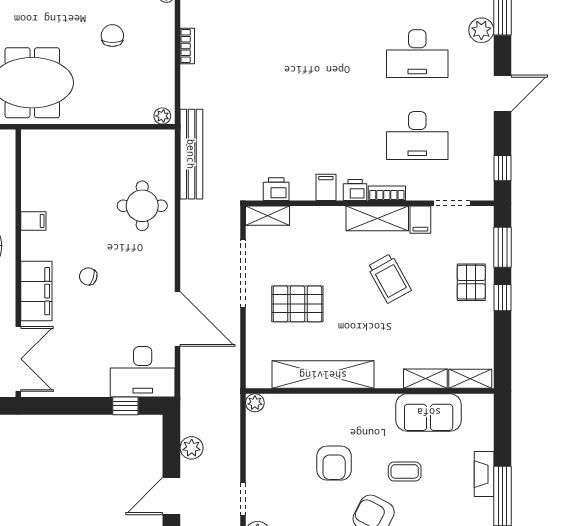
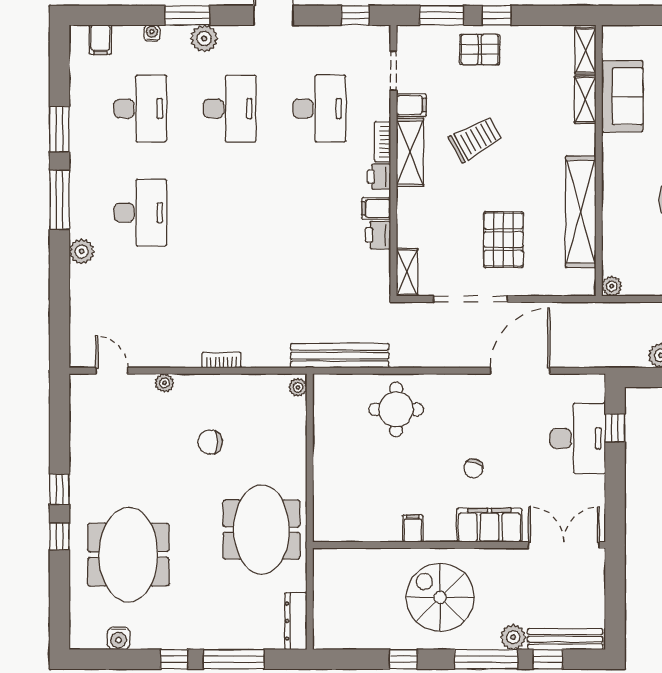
printer: (276, 189) -> (378, 235), moved
desk: (143, 372) -> (578, 438), moved

